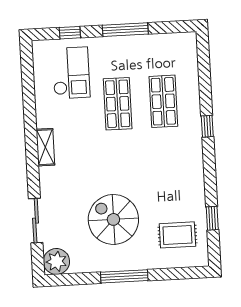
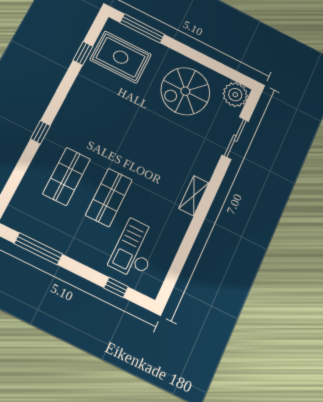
window: (125, 30) -> (38, 249), moved
spiral stairs: (113, 219) -> (185, 91), moved, turned 90
rug: (177, 235) -> (121, 57), width x1.36, depth x1.43
window: (124, 276) -> (142, 28), moved

